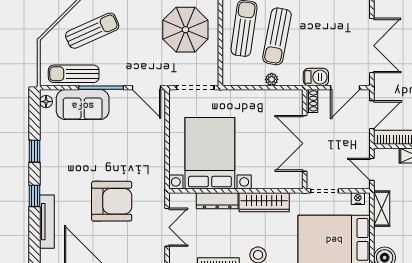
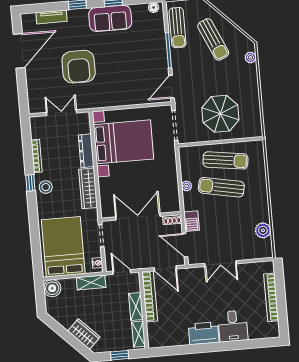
double door: (372, 46) -> (220, 264), width x0.73
sun lounger: (74, 74) -> (178, 28), turned 180
sofa: (83, 105) -> (110, 18), moved, turned -90
door: (372, 169) -> (122, 272), hinge flipped
tv unit: (47, 222) -> (52, 17), width x0.71
double door: (167, 227) -> (61, 113), swing flipped

